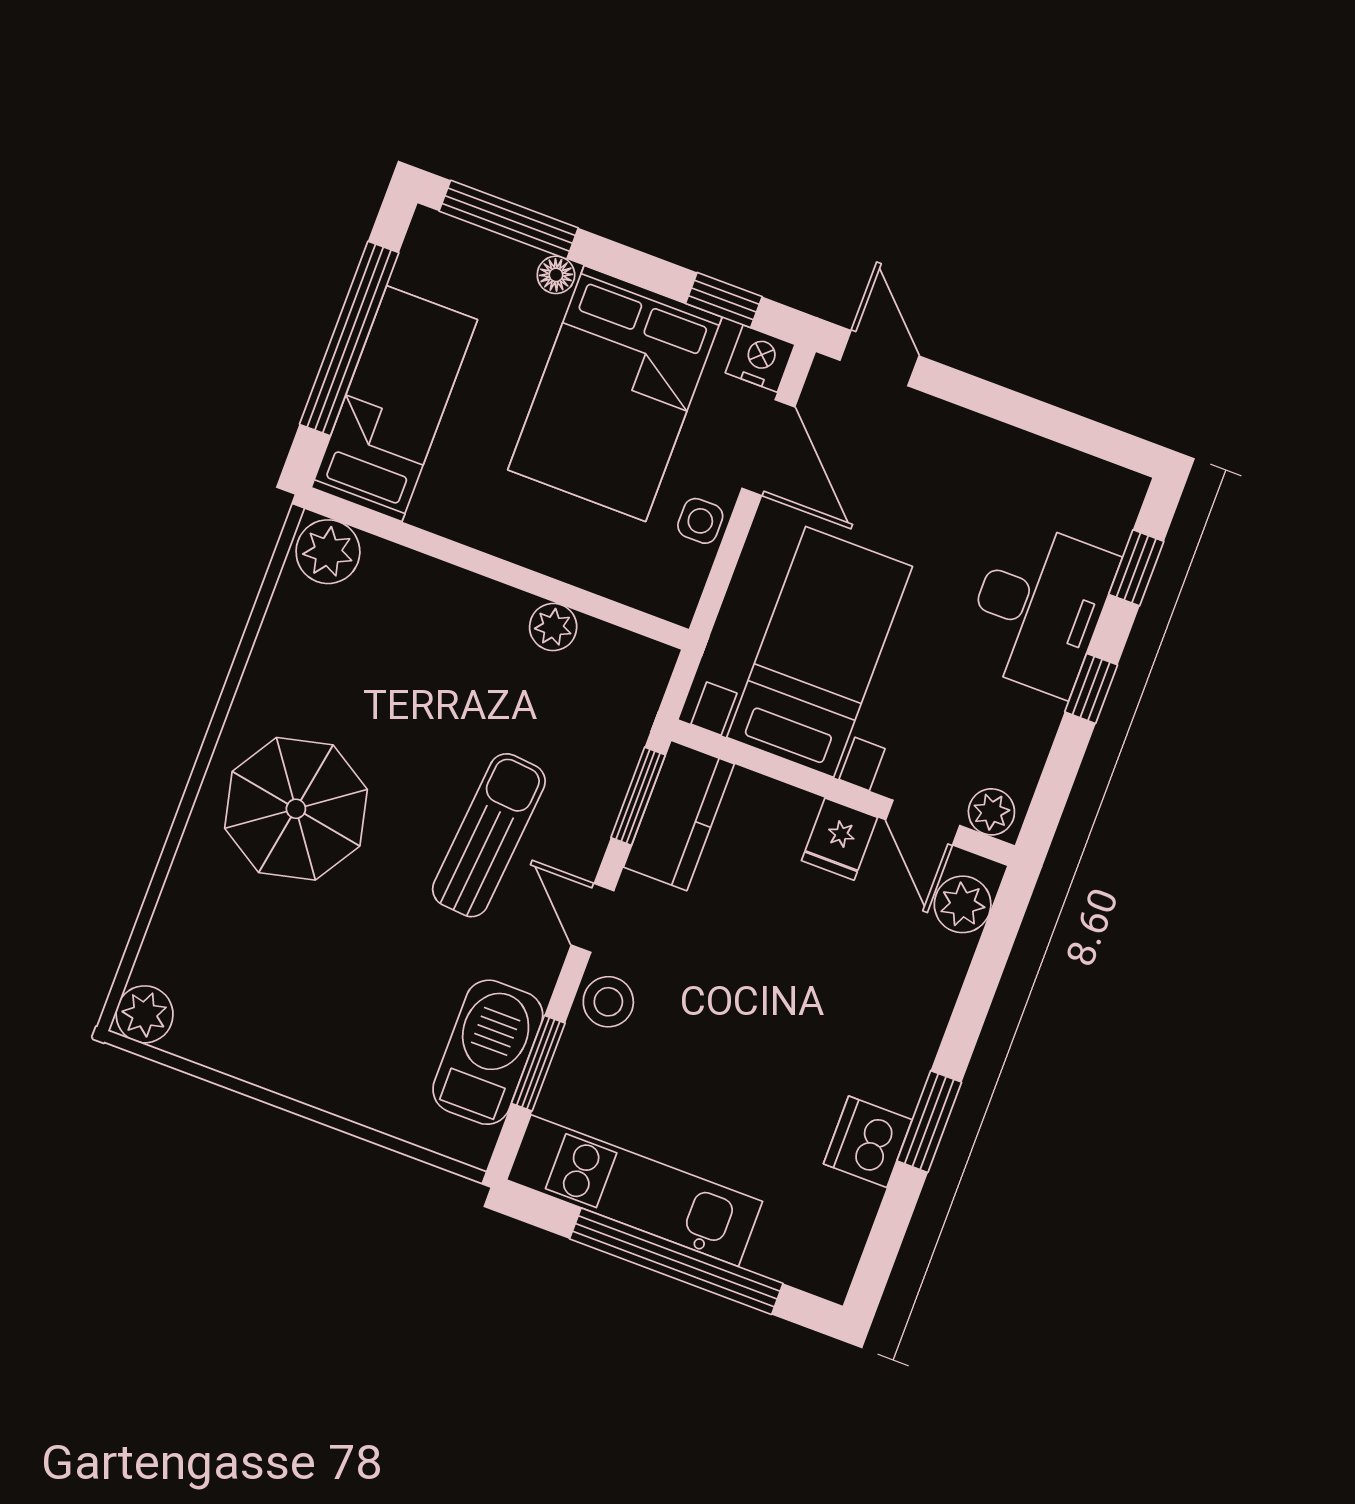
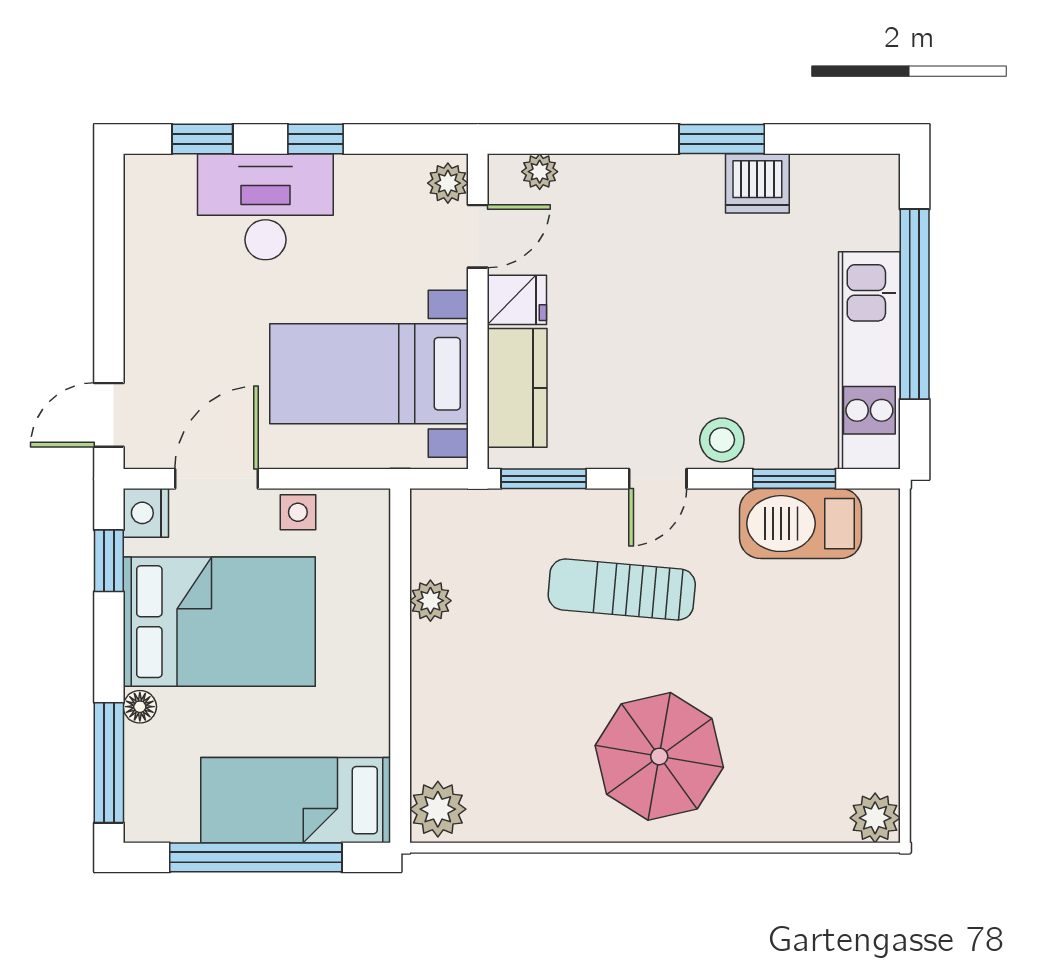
kitchen counter: (679, 816) -> (517, 388), moved, turned 90
plant: (963, 904) -> (540, 172), width x0.73, depth x0.73

